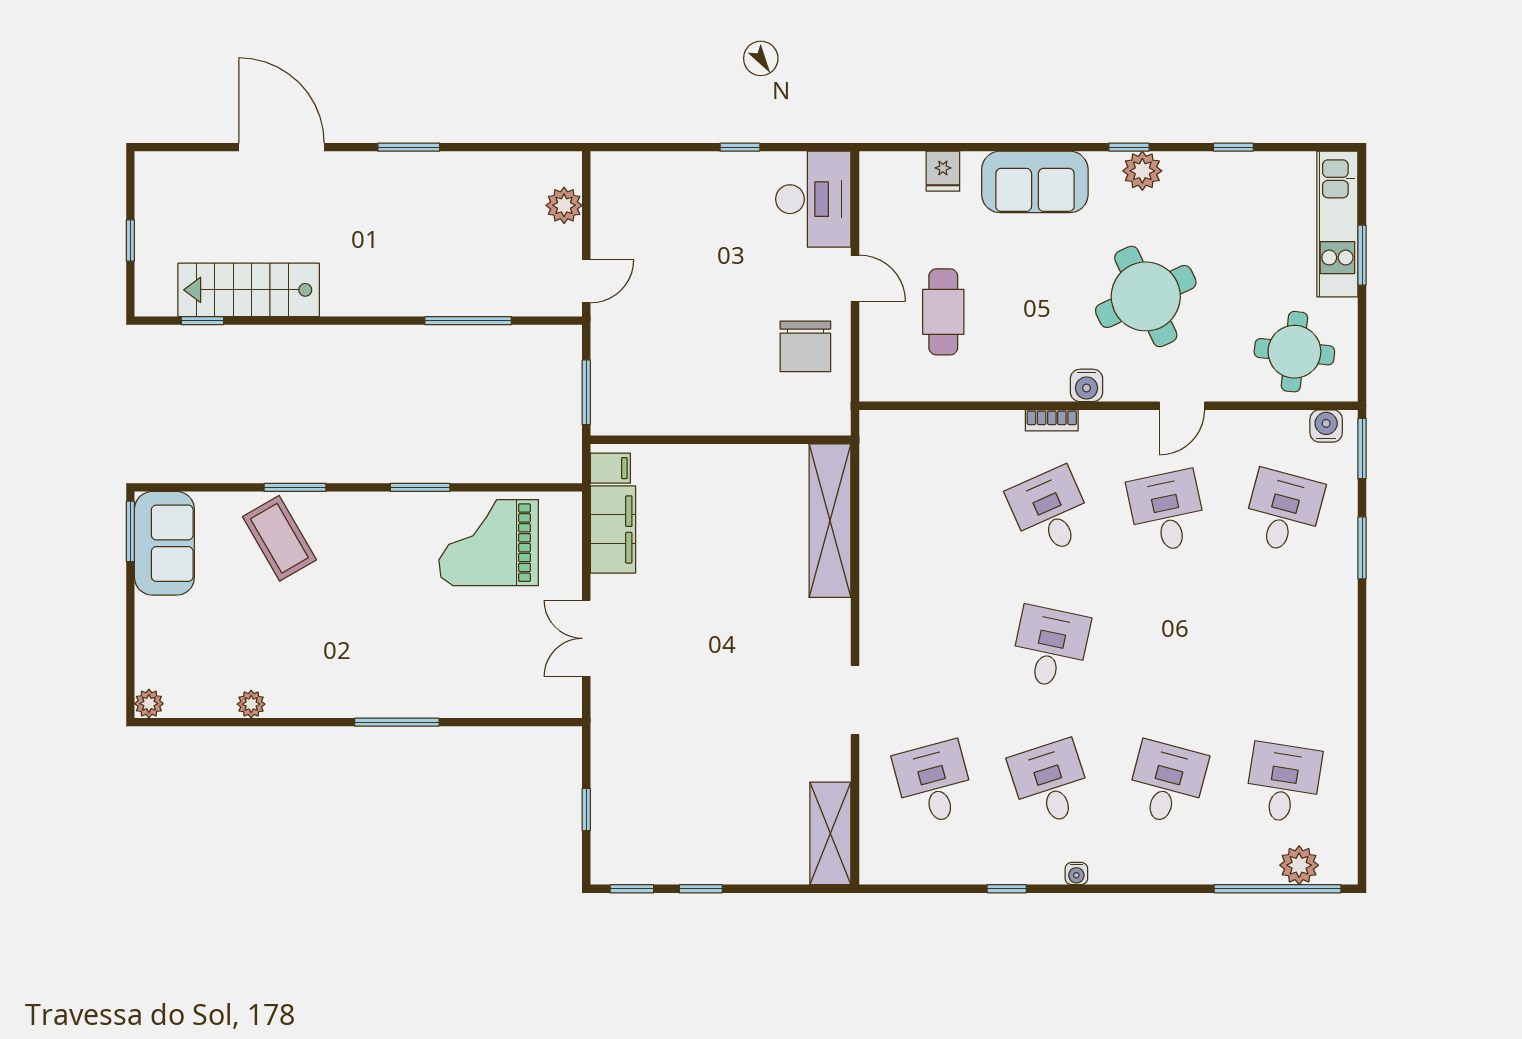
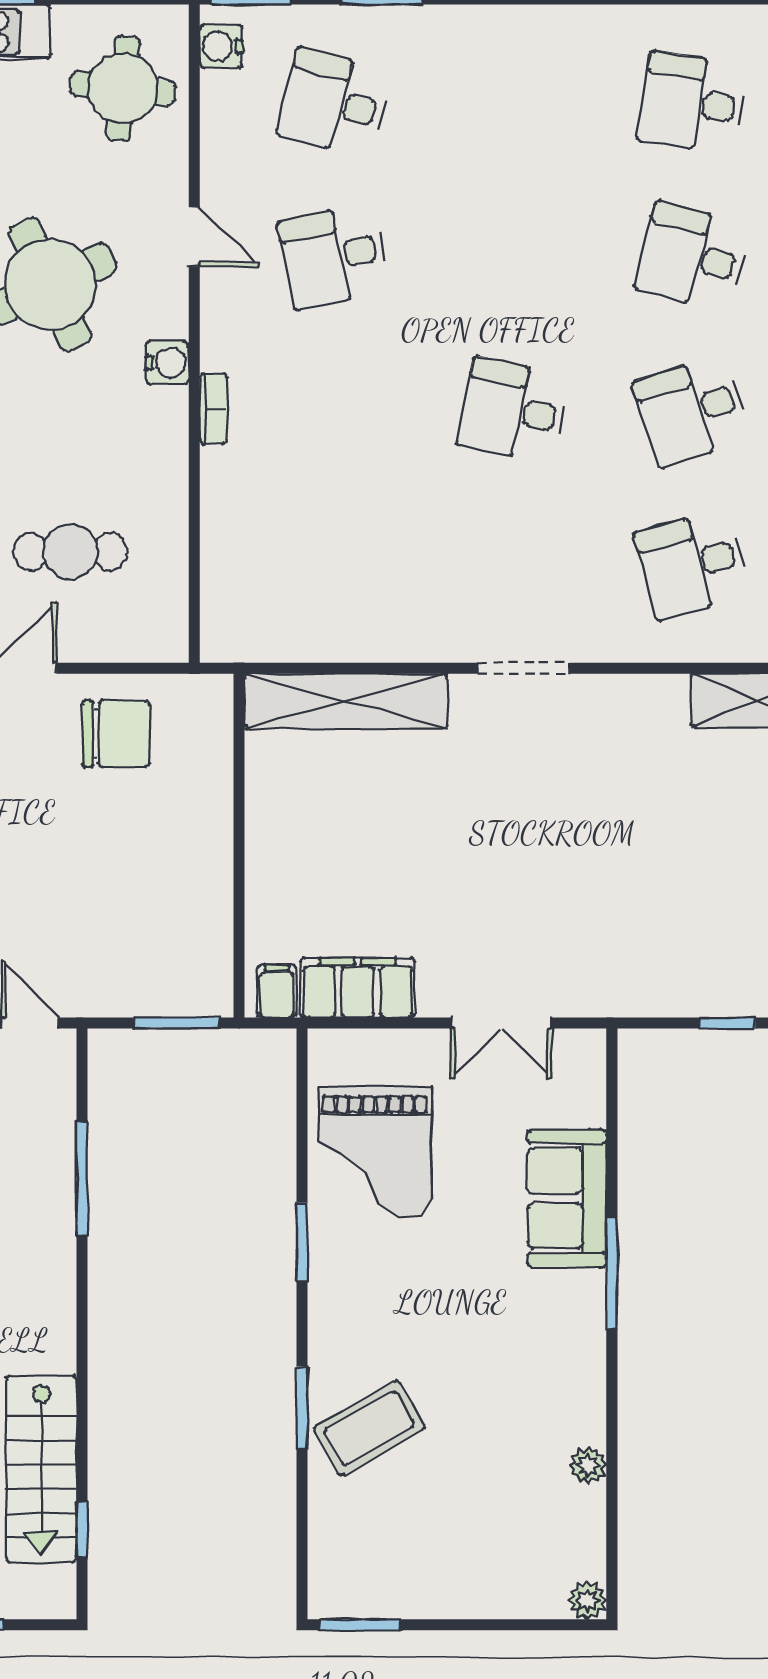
desk: (1050, 512) -> (334, 410), removed
sofa: (164, 543) -> (567, 1198), moved, turned -90
doorway: (855, 700) -> (524, 668), moved

